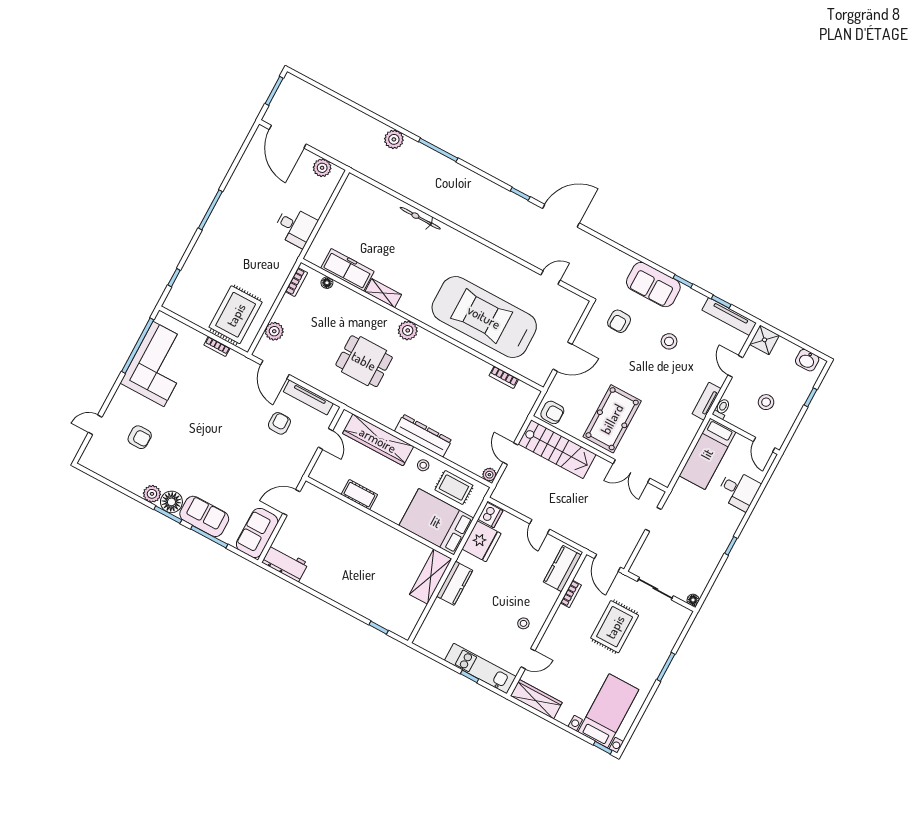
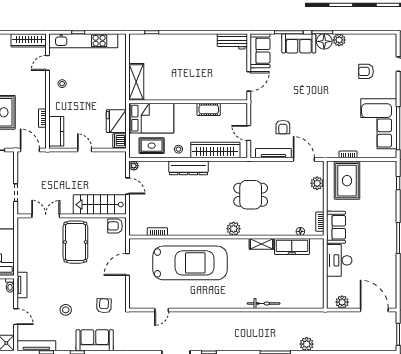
desk: (295, 227) -> (339, 260), width x1.37
sofa: (280, 264) -> (336, 227), added
kitchen counter: (455, 583) -> (119, 86), removed
kitchen unit: (480, 669) -> (83, 41), width x1.36

